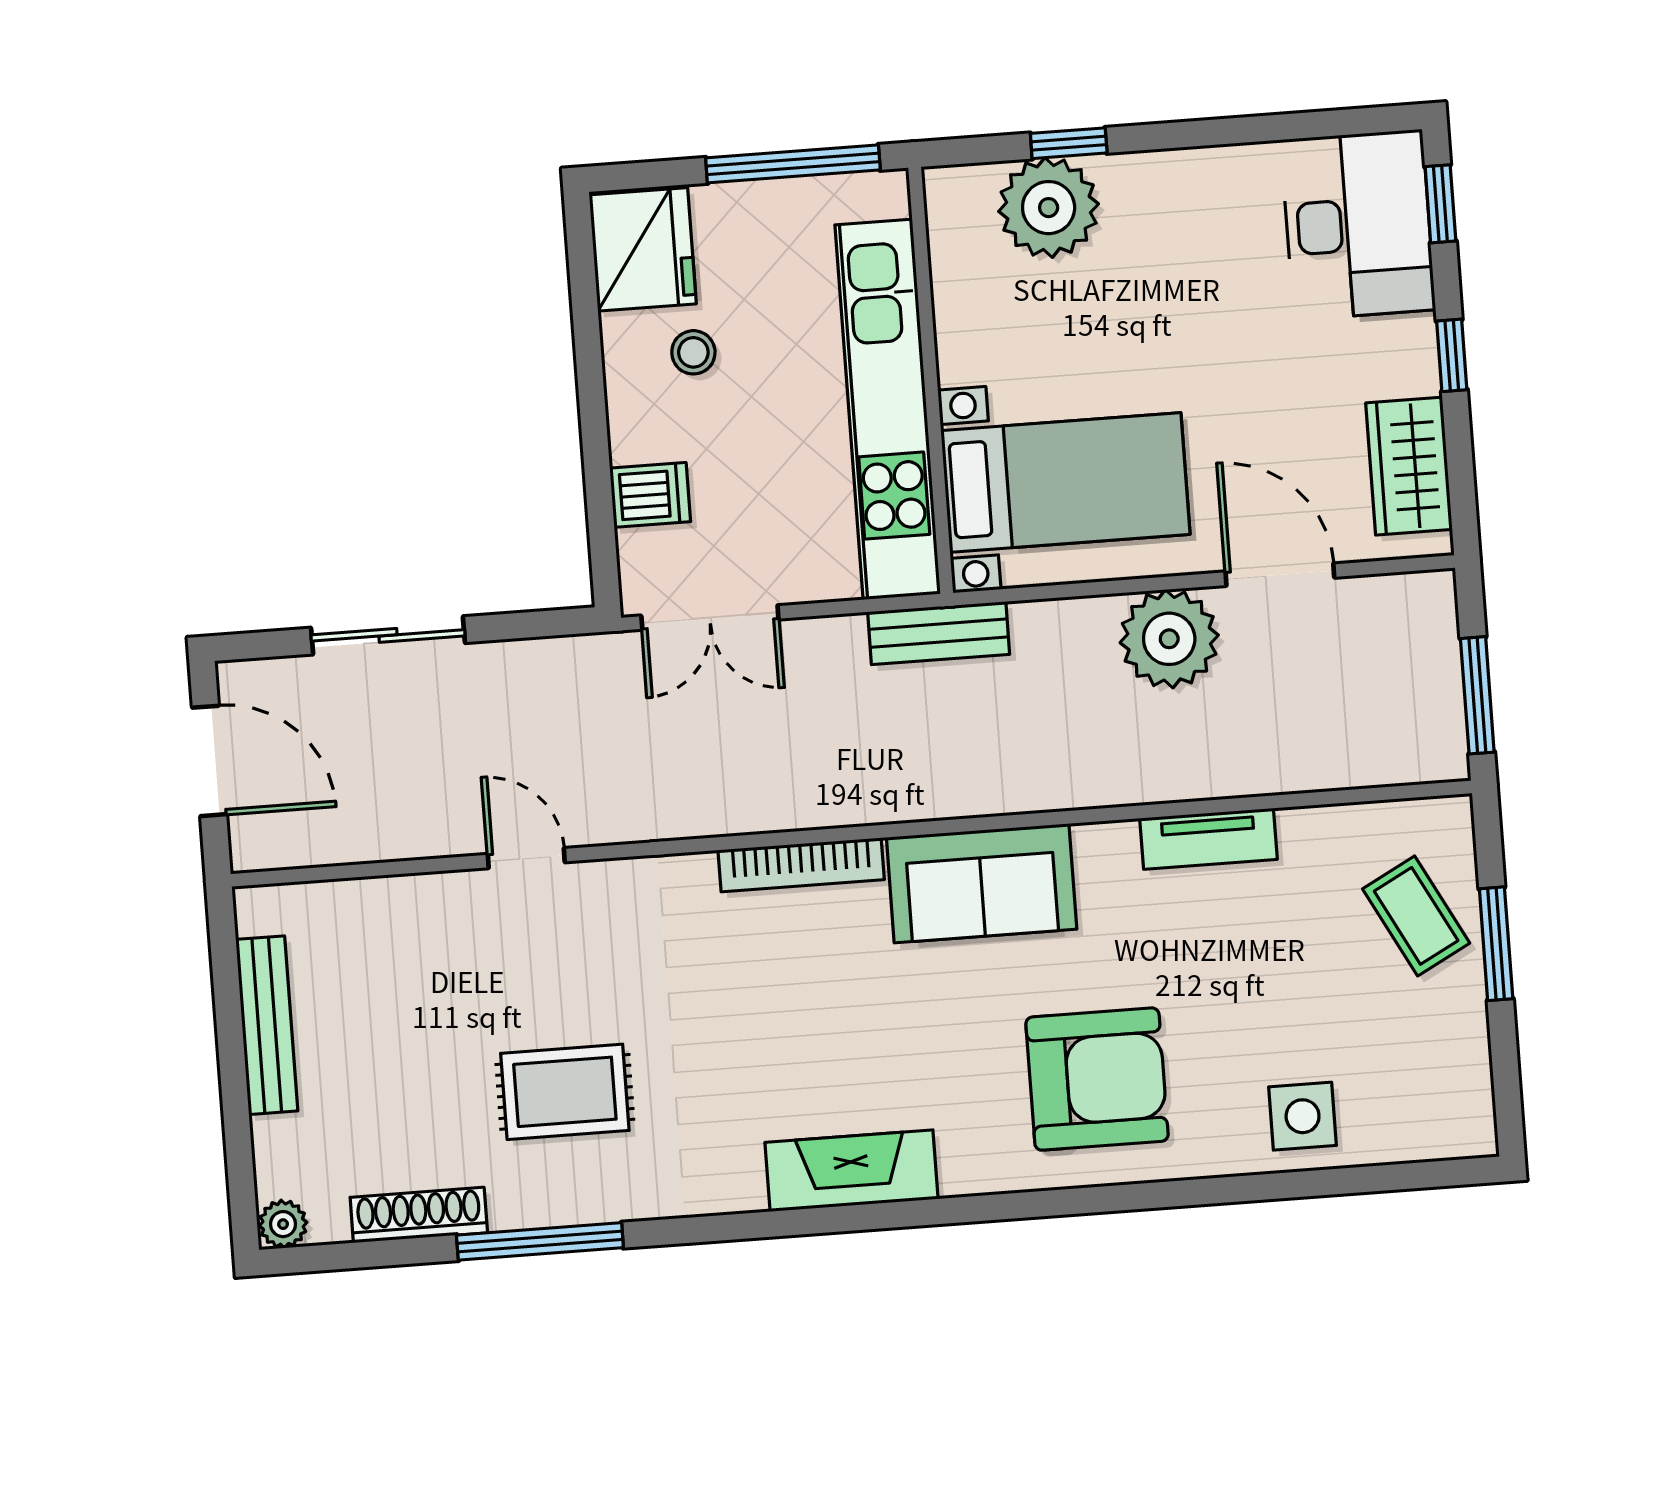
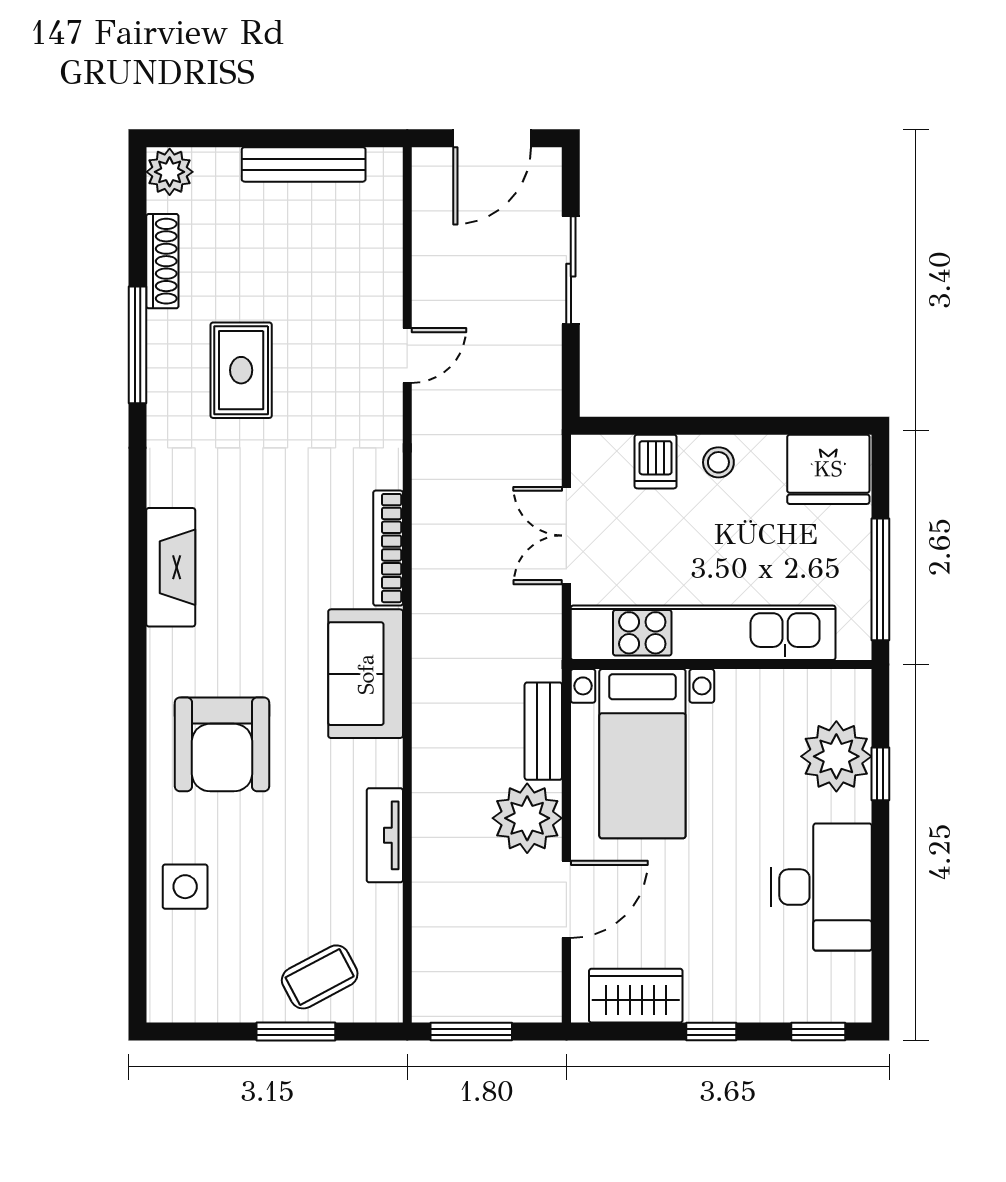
desk: (1358, 225) -> (822, 887), moved, turned -90
stool: (693, 352) -> (718, 462), moved
double door: (710, 617) -> (566, 536), moved
bench: (939, 633) -> (543, 731), moved
plant: (283, 1224) -> (170, 172), width x1.38, depth x1.38

